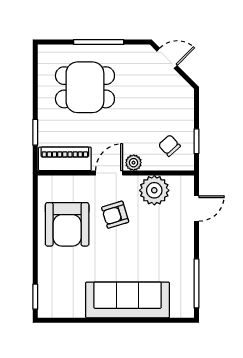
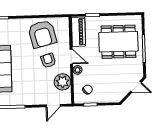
door: (167, 58) -> (136, 87), hinge flipped
dining table: (85, 87) -> (118, 42), width x1.38
door: (197, 209) -> (53, 106), hinge flipped
armchair: (67, 224) -> (42, 34), turned -104

